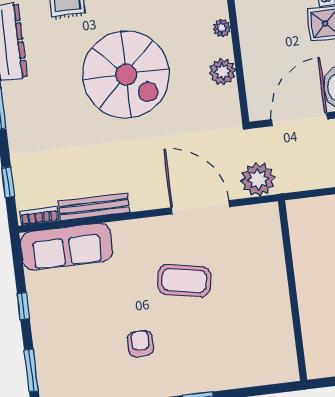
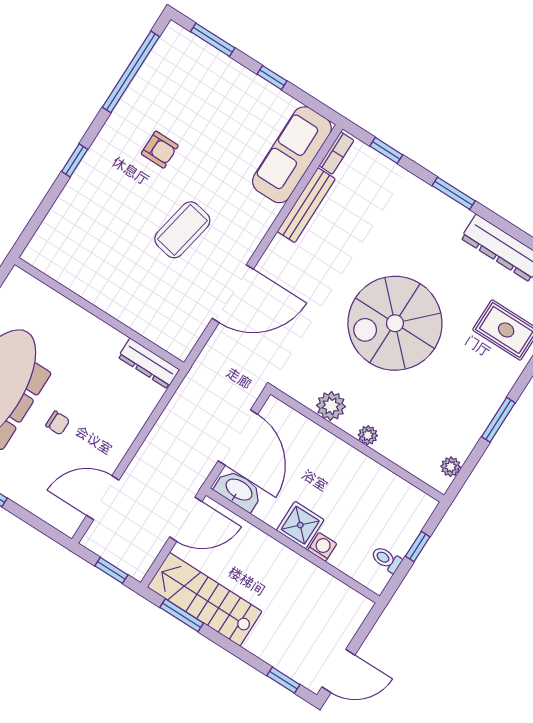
plant: (258, 179) -> (216, 361), removed
dresser: (299, 226) -> (149, 363), added

